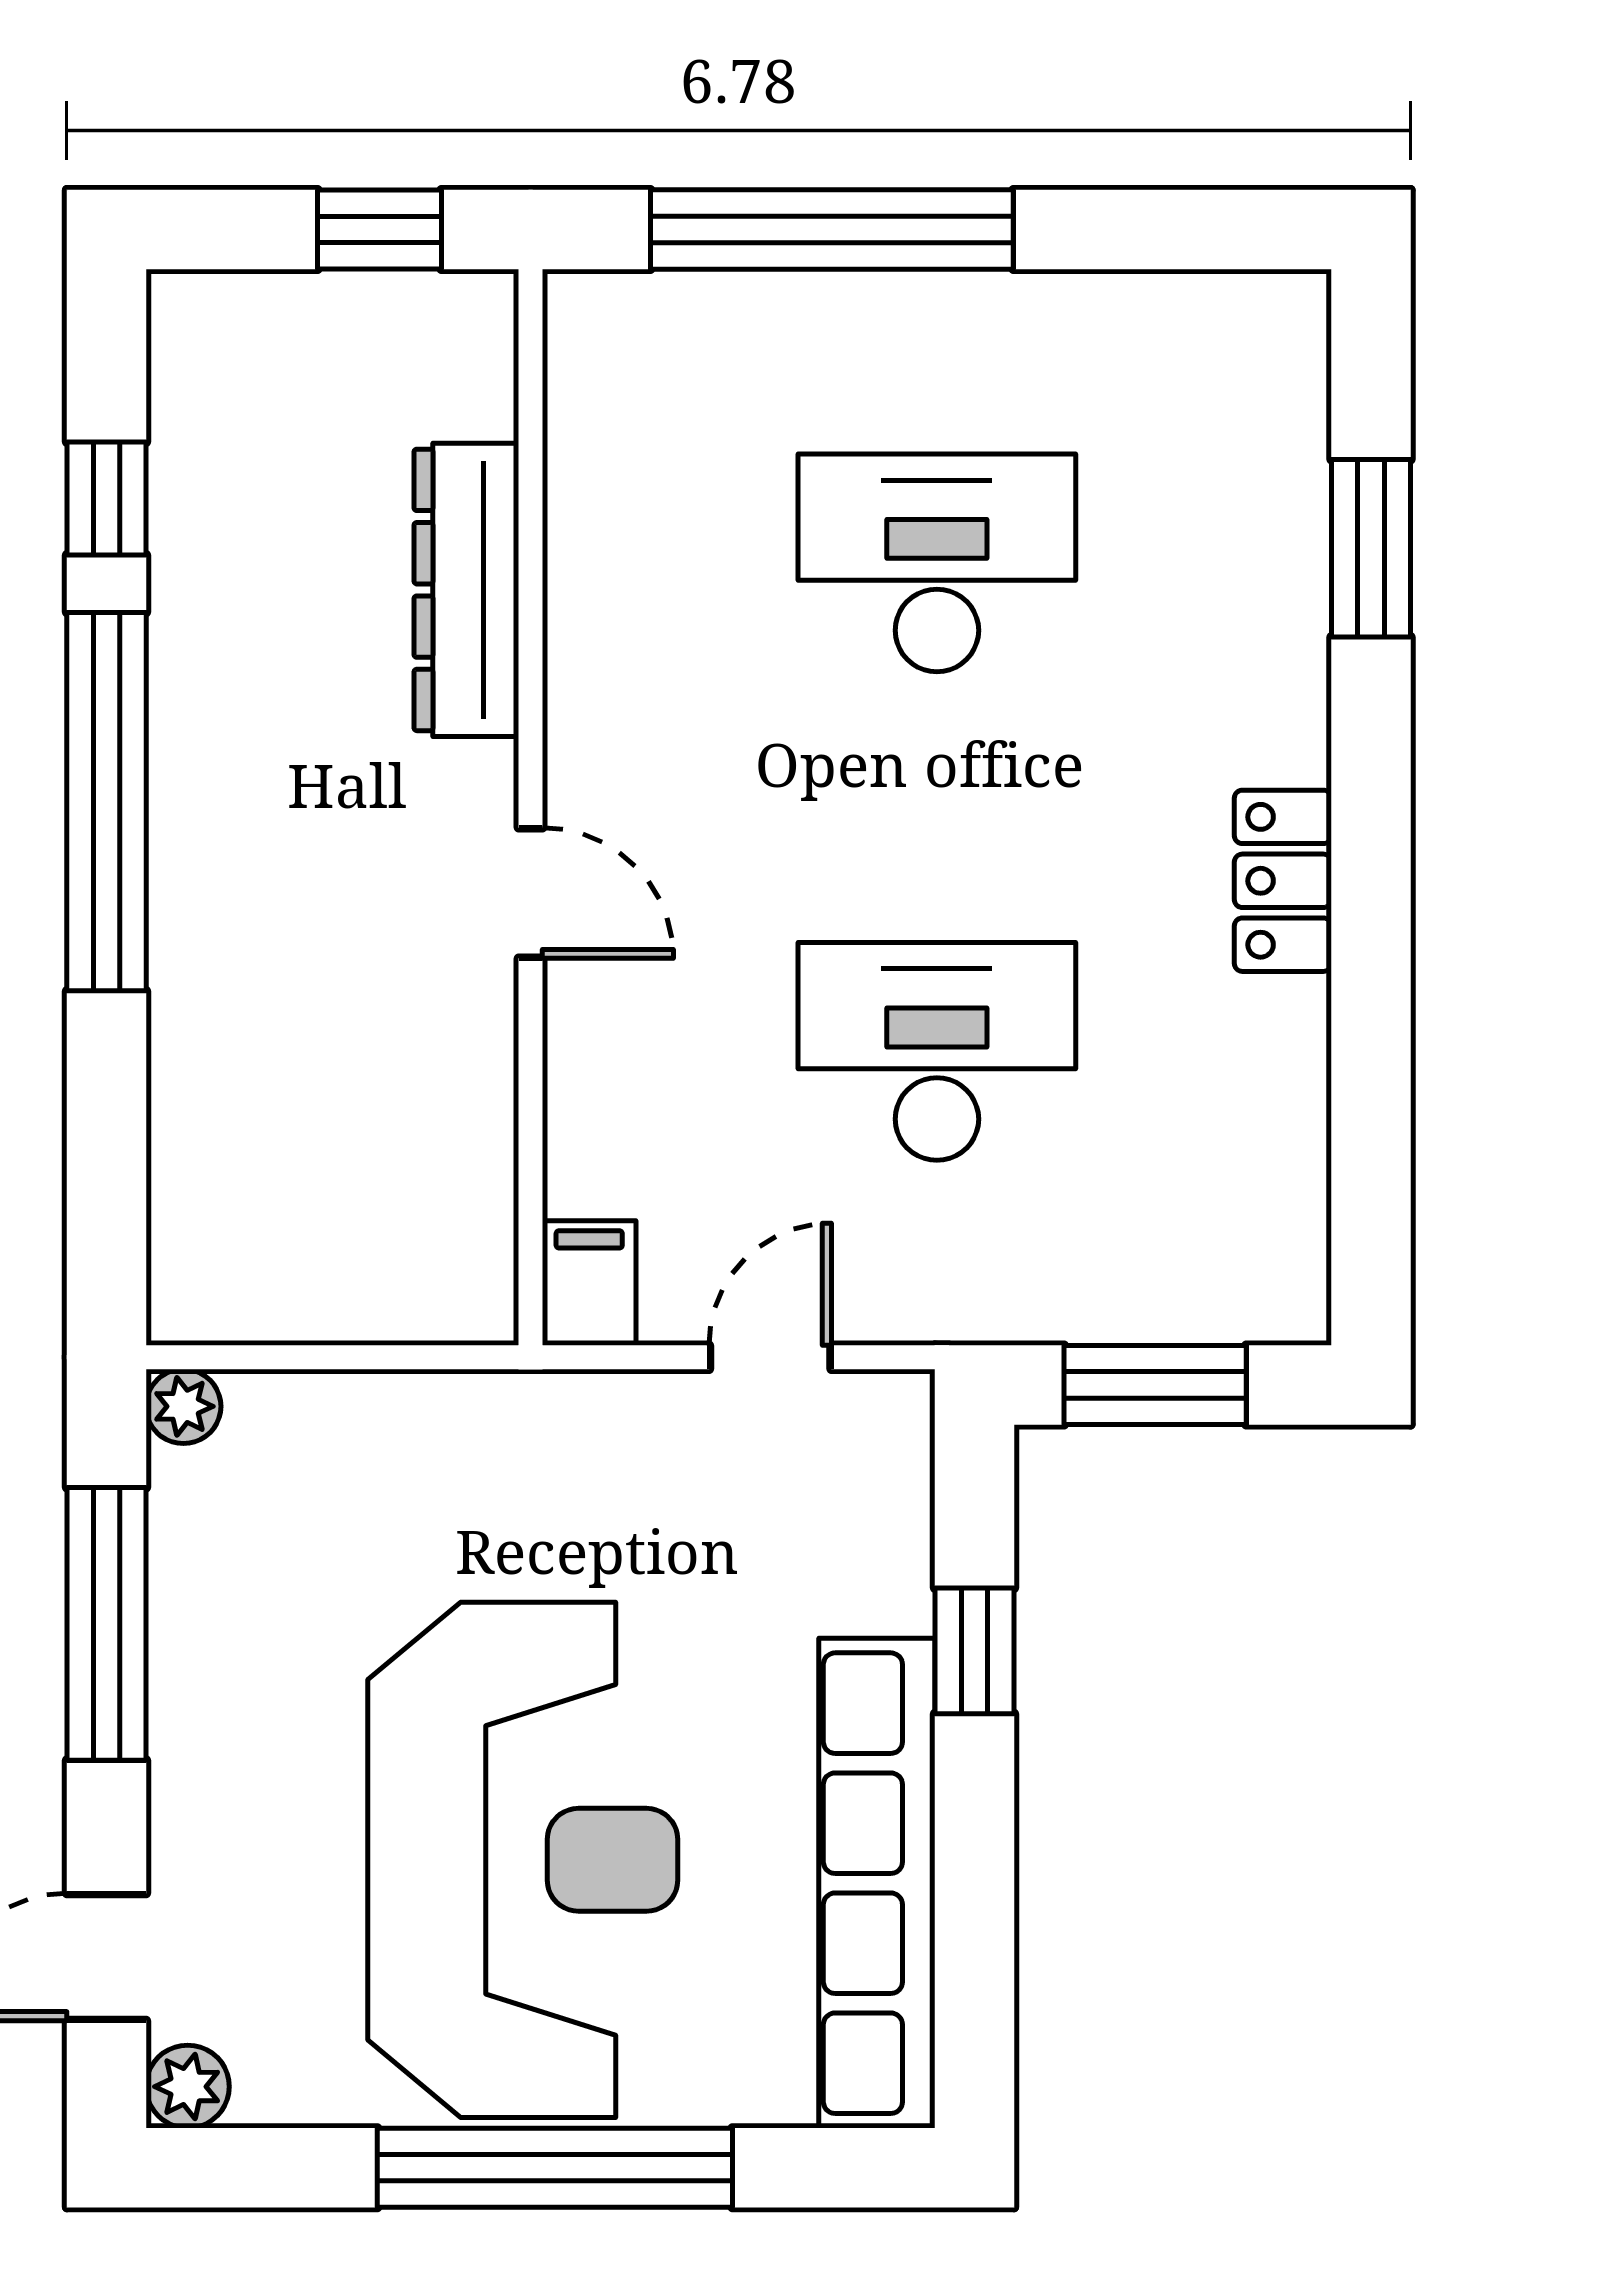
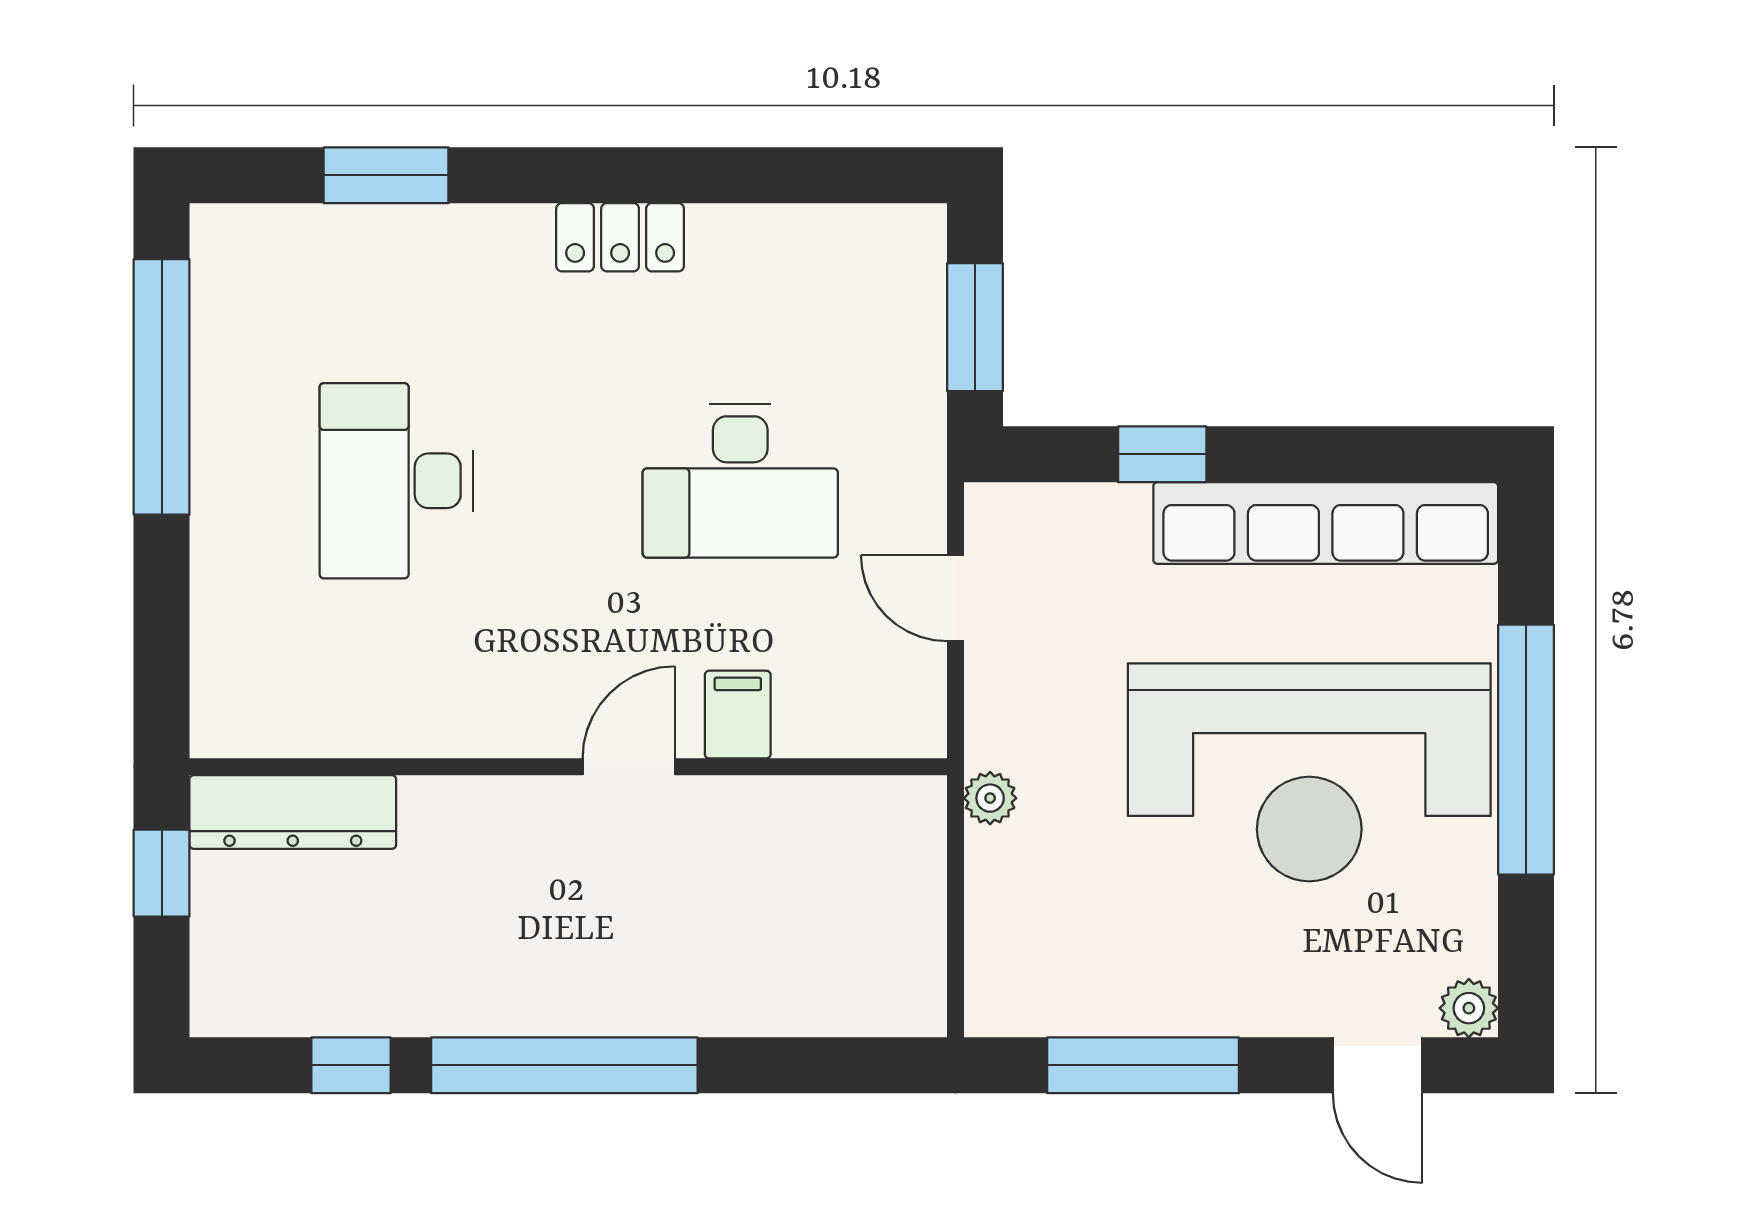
window: (832, 229) -> (162, 387), moved
dresser: (466, 590) -> (293, 812), moved
desk: (937, 1051) -> (740, 481), turned -90
filing cabinet: (589, 1283) -> (738, 715), moved, turned 90
plant: (183, 1406) -> (990, 798), moved
reception desk: (523, 1860) -> (1309, 772), turned 180

